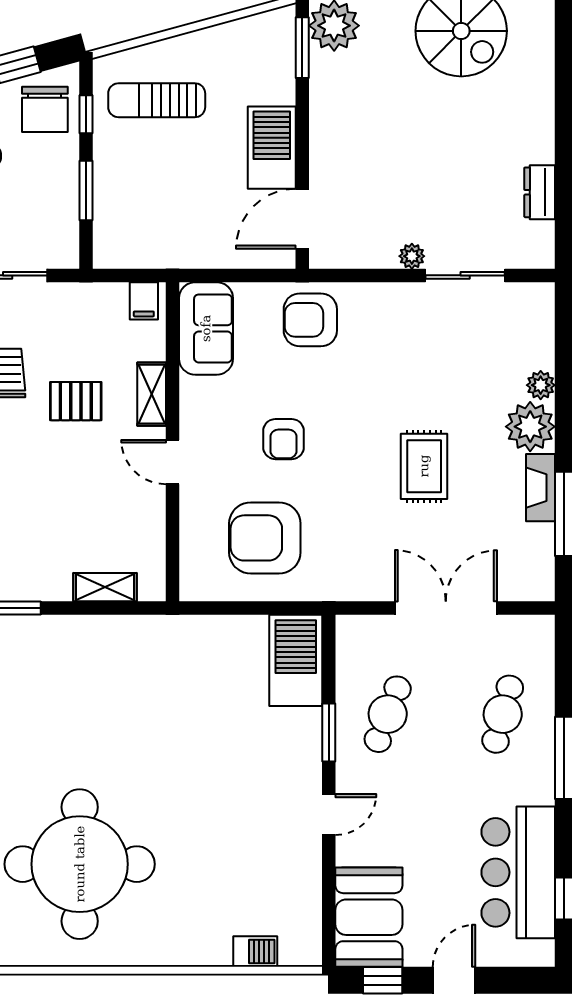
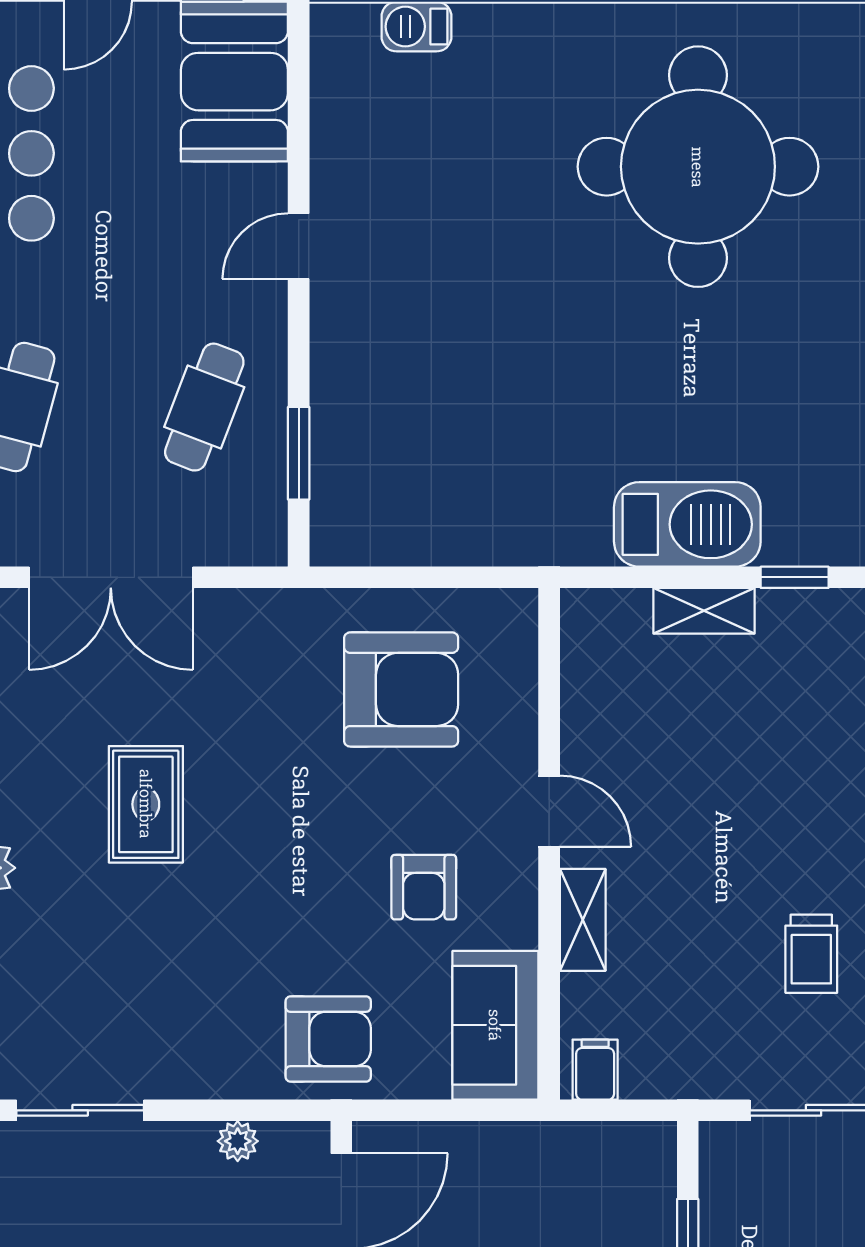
plant: (412, 256) -> (238, 1141), moved
pallet: (76, 401) -> (704, 909), removed
armchair: (283, 439) -> (424, 887), moved, turned 180
shelving: (105, 587) -> (704, 611), moved
barbecue: (296, 660) -> (687, 524), moved, turned -90
window: (329, 732) -> (299, 453), moved

